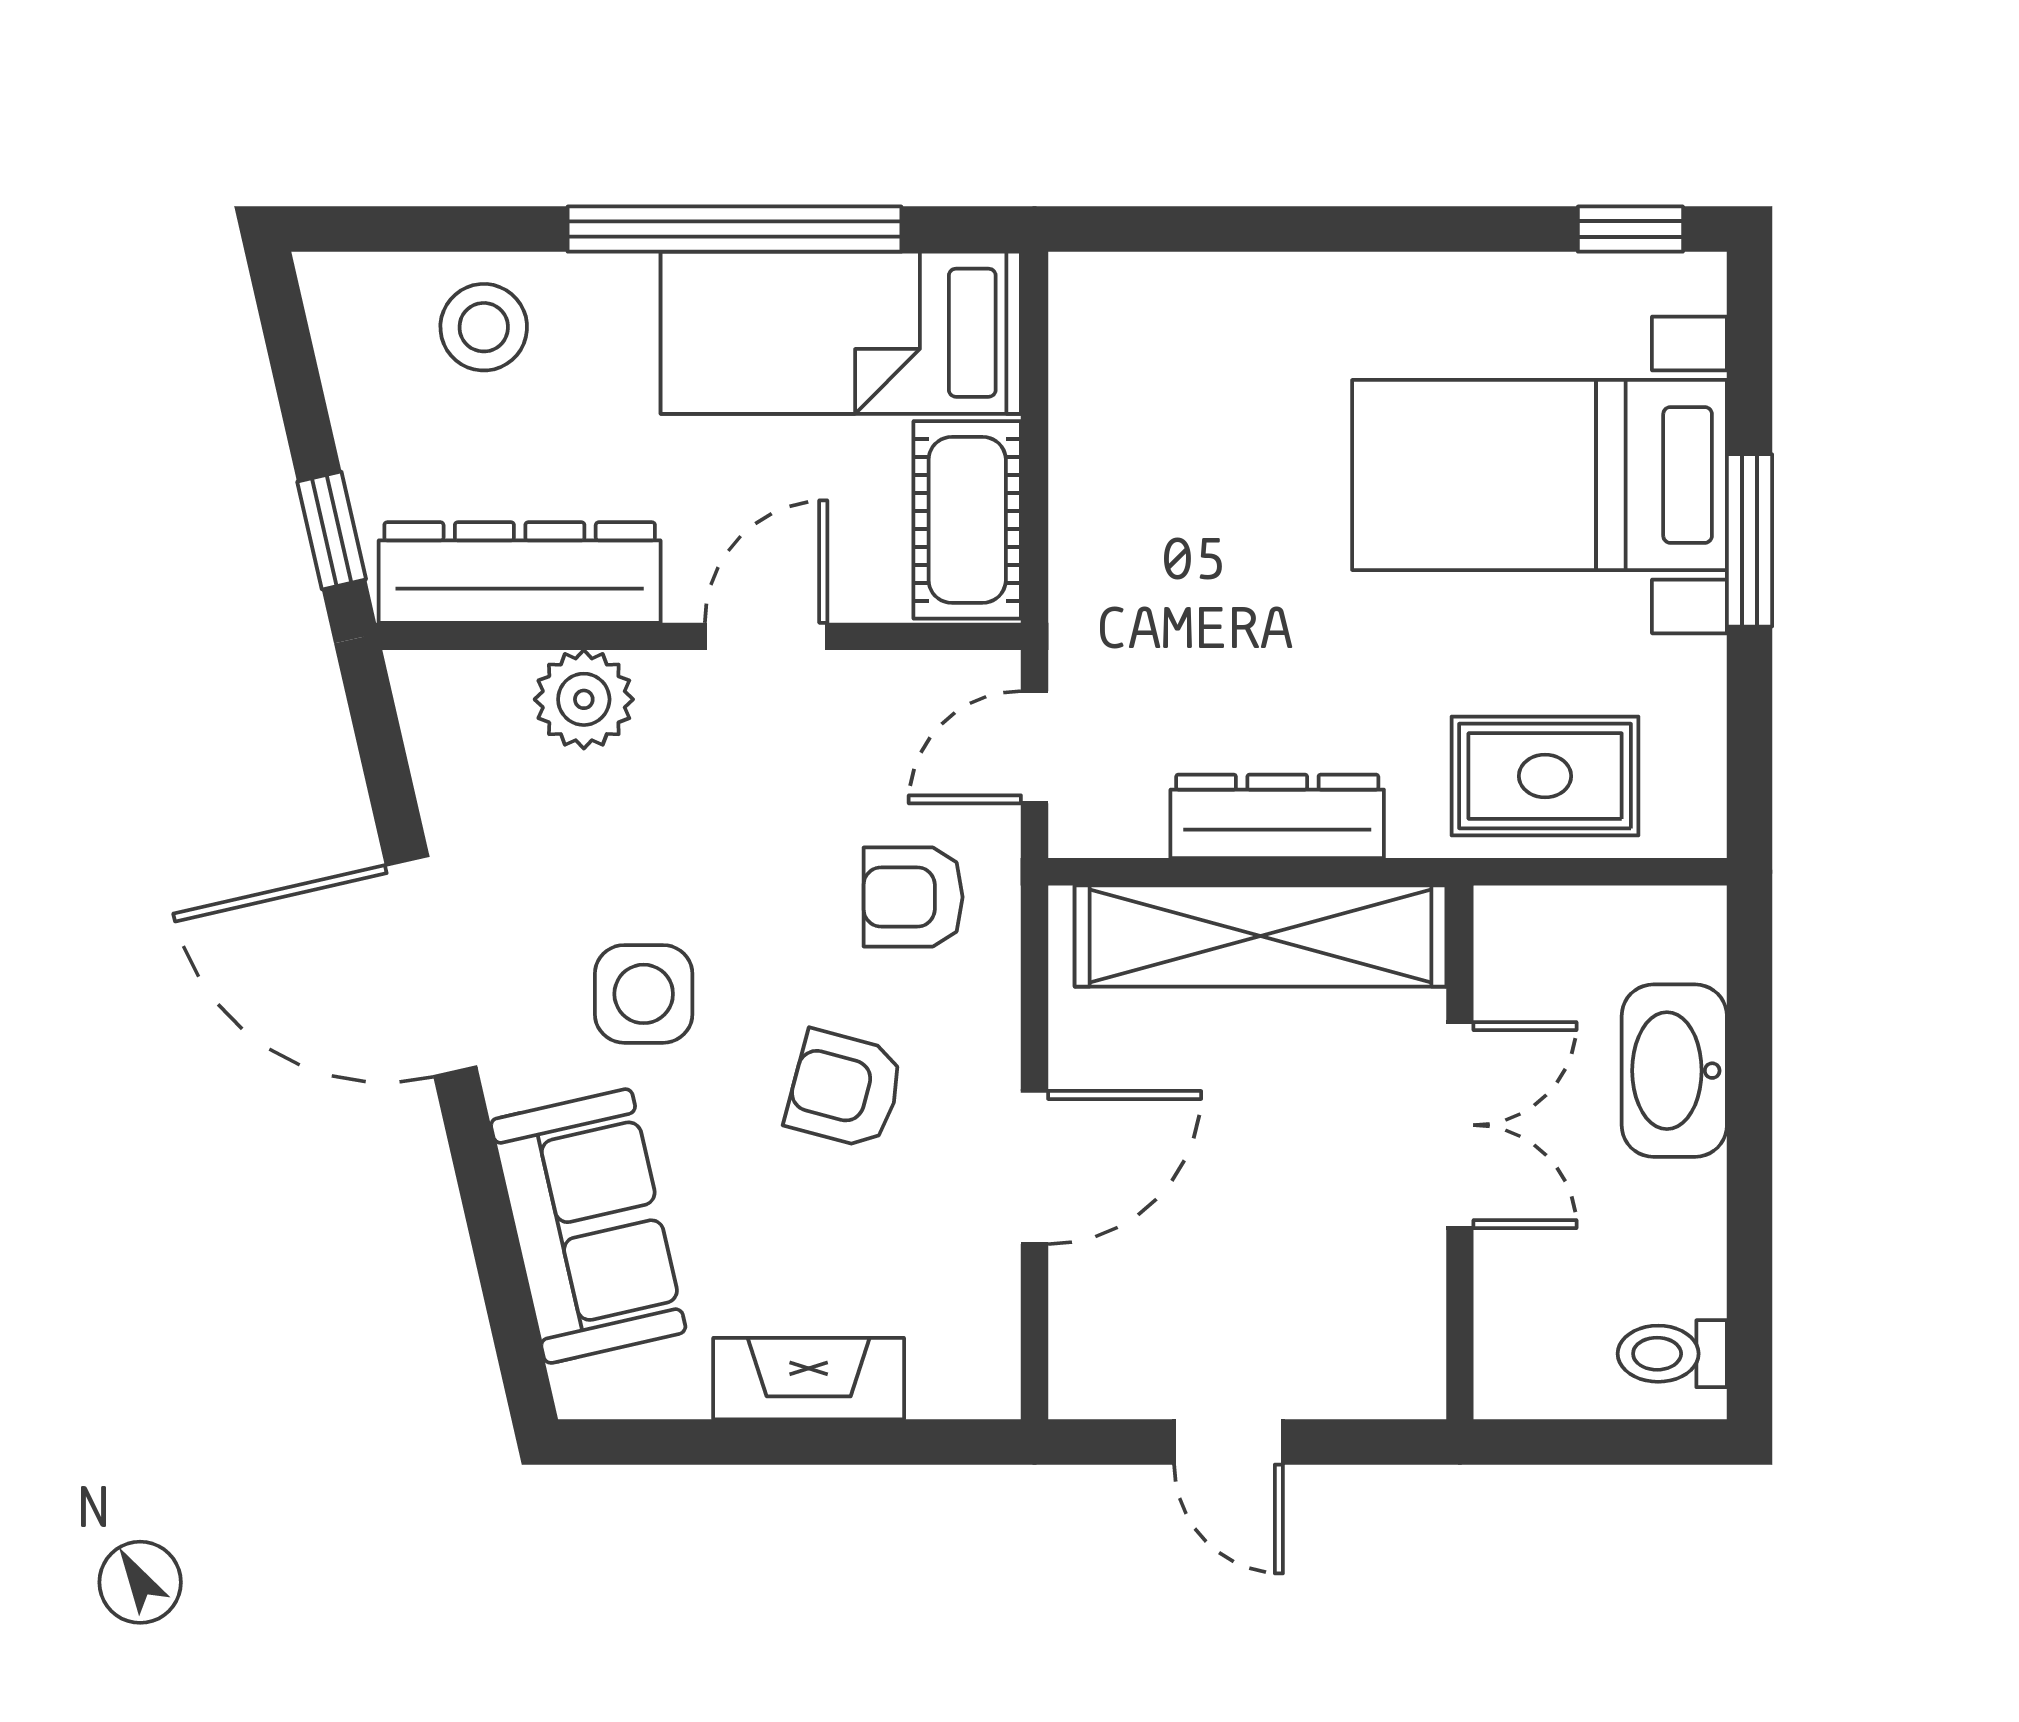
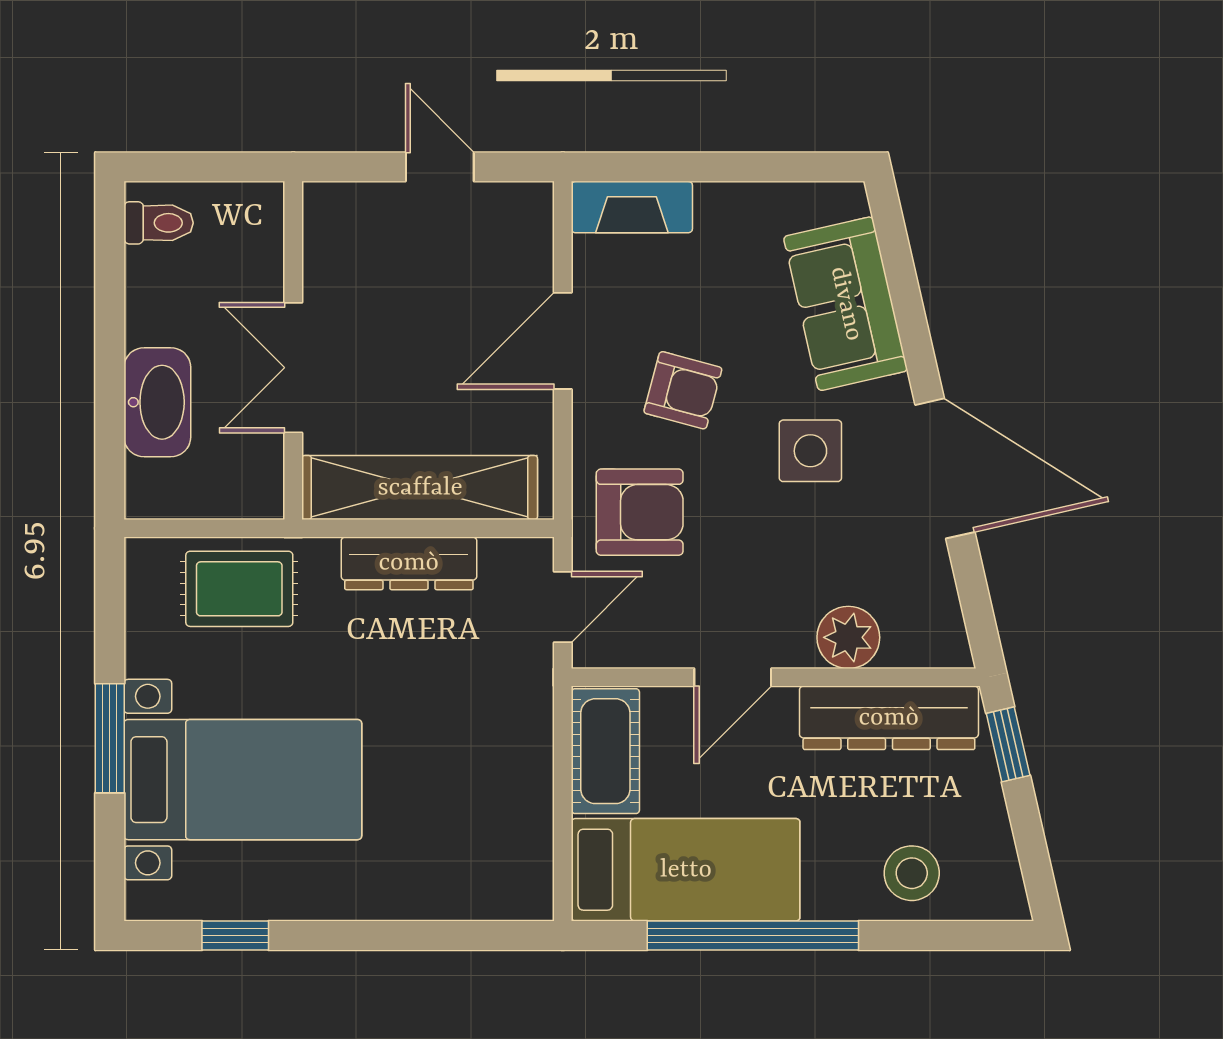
window: (1630, 229) -> (235, 935), moved
armchair: (913, 897) -> (640, 512), width x1.38, depth x1.38
fireplace: (809, 1379) -> (632, 207), moved

